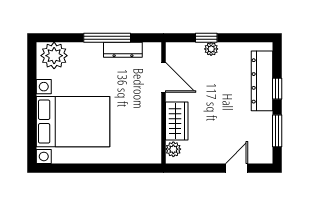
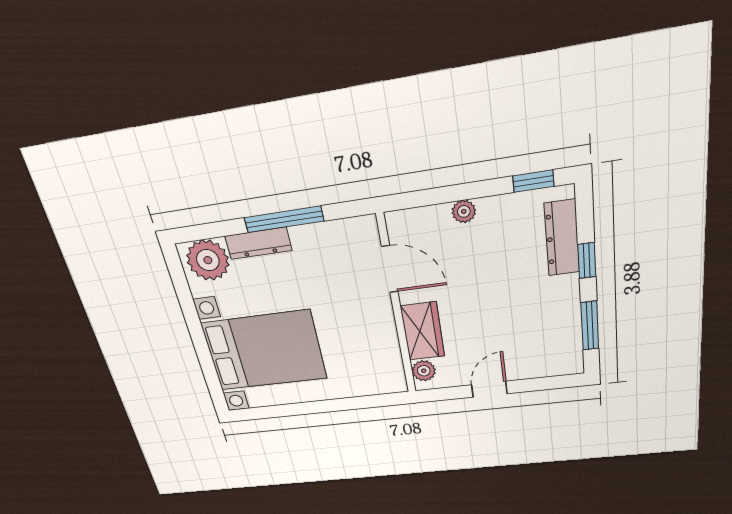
window: (206, 38) -> (533, 181), moved
dresser: (123, 50) -> (258, 243), moved
dresser: (262, 81) -> (562, 238), width x0.73, depth x0.80
door: (237, 168) -> (489, 389), moved

